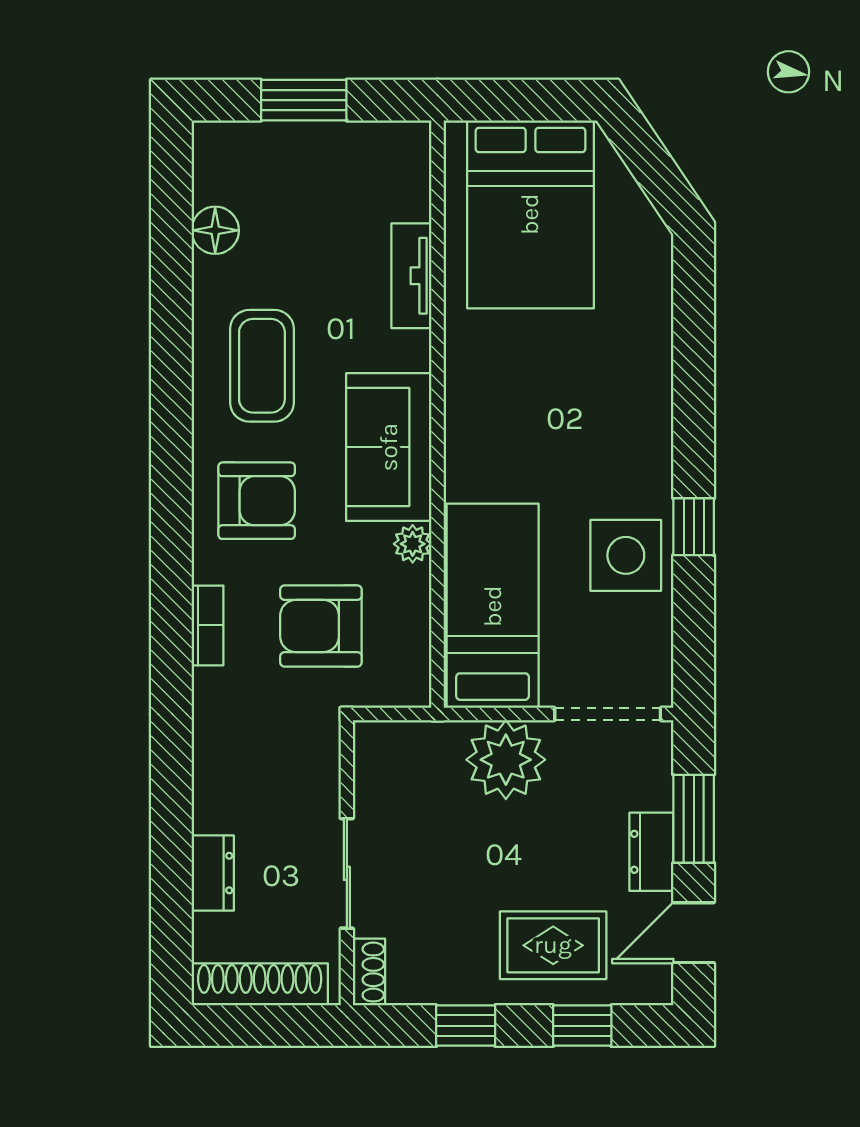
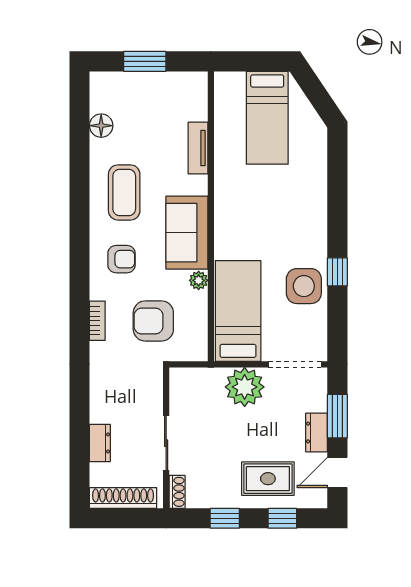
bed: (530, 214) -> (267, 118), width x0.67
armchair: (257, 501) -> (122, 259), width x0.72, depth x0.72

